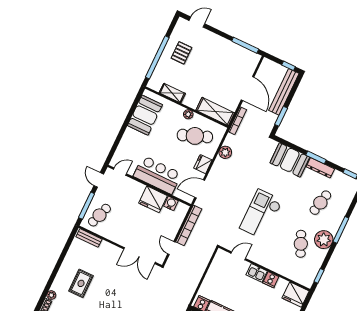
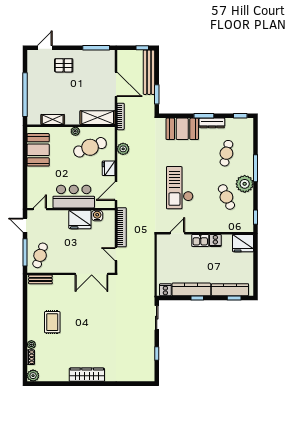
pallet: (181, 53) -> (64, 65), moved, turned 90

